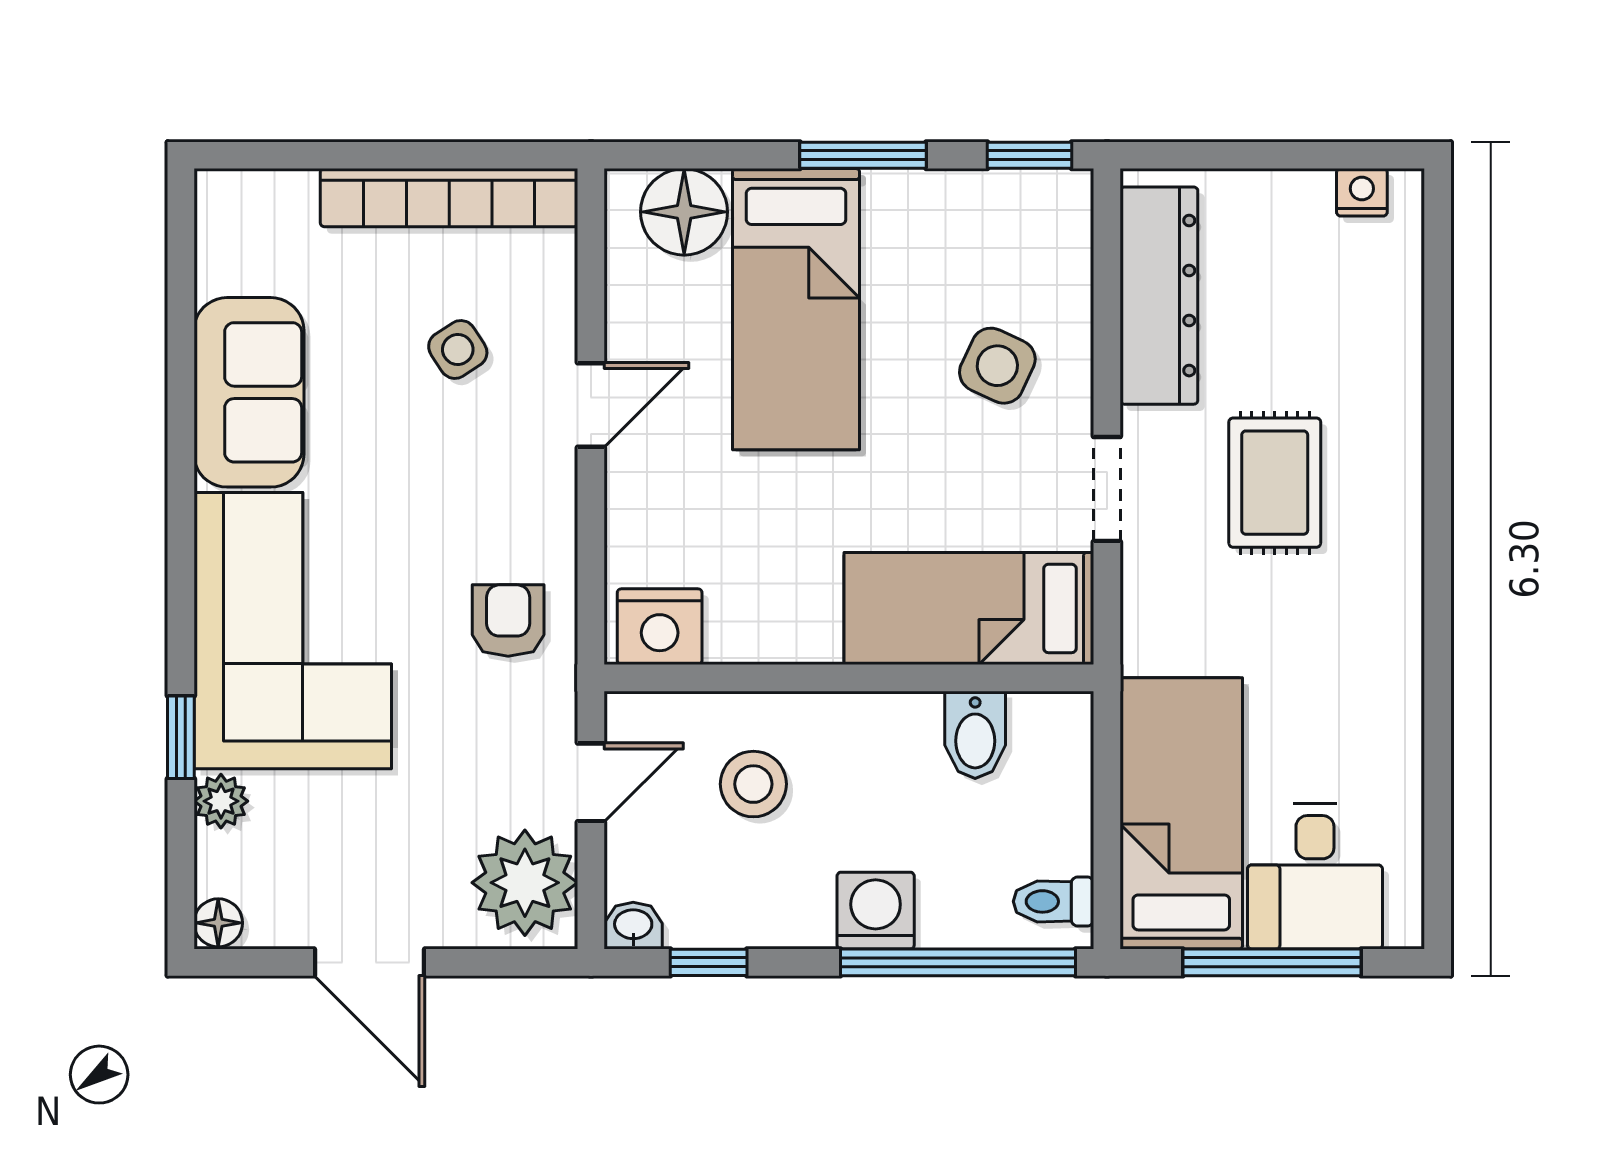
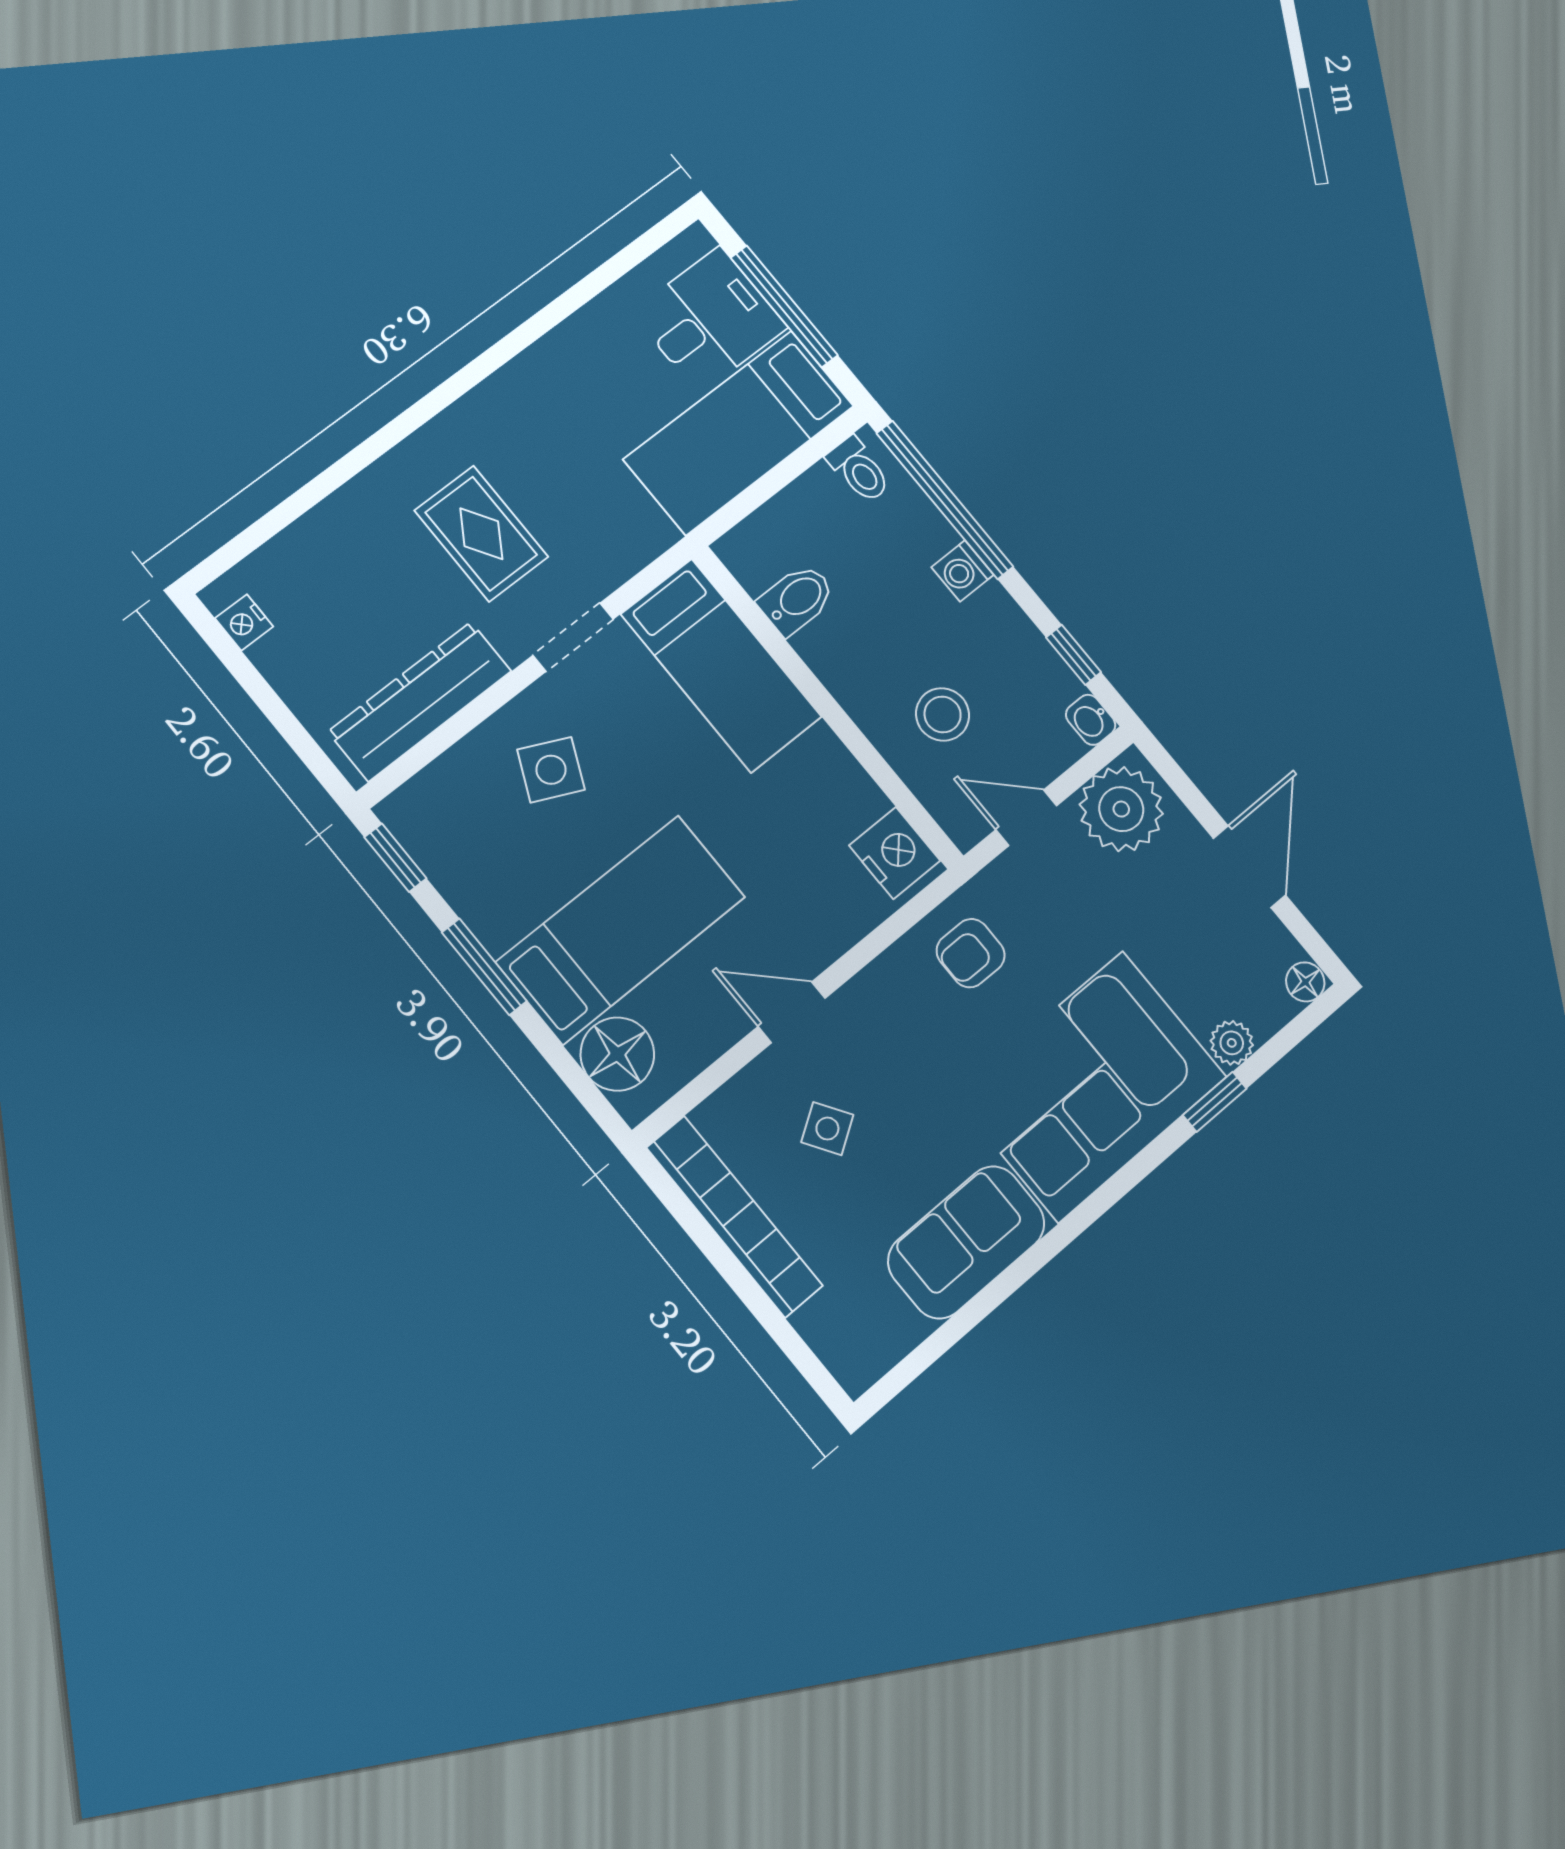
rug: (1275, 483) -> (481, 534), turned 90
washing machine: (876, 911) -> (962, 571), width x0.73, depth x0.73

